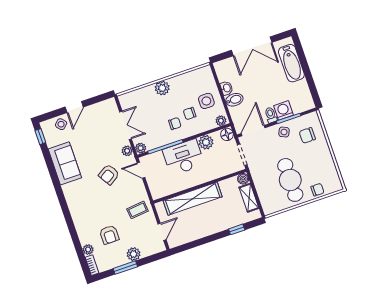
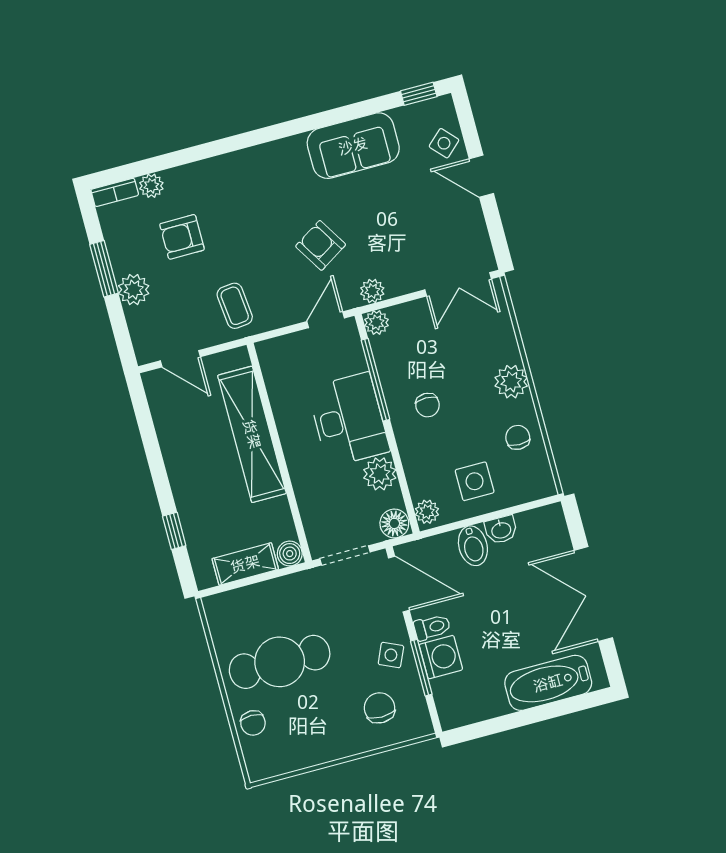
chair: (190, 113) -> (518, 437), moved
double door: (126, 125) -> (458, 284), moved

